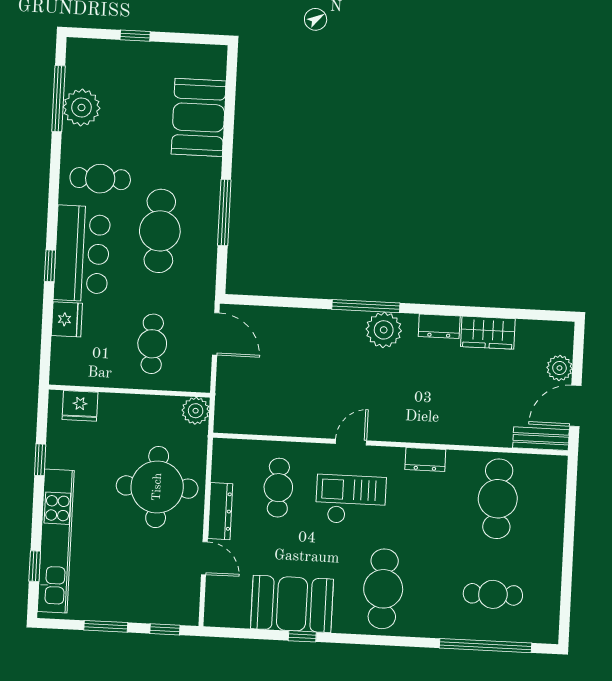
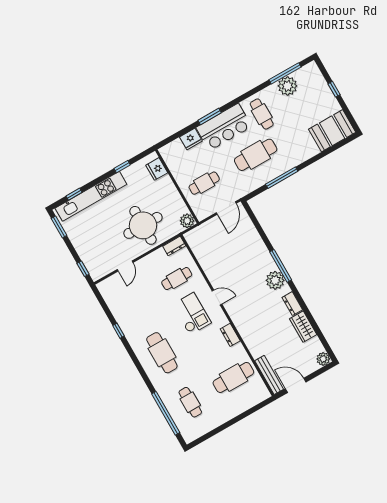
booth: (199, 117) -> (332, 131), moved
window: (50, 266) -> (210, 117), width x1.50
plant: (559, 368) -> (323, 359), moved
bench: (541, 439) -> (269, 375), width x1.36
dresser: (220, 511) -> (174, 246), moved, width x0.70
cafe table: (383, 589) -> (162, 353), turned 90
booth: (292, 604) -> (130, 317), removed
window: (106, 626) -> (59, 227), moved

